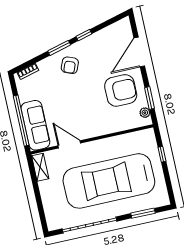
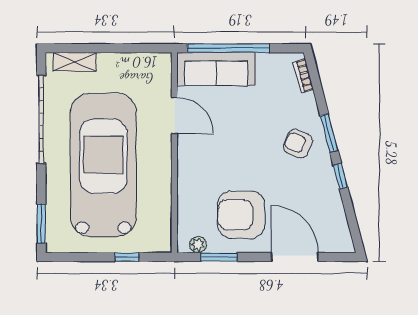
armchair: (121, 90) -> (241, 215), turned 90
door: (69, 144) -> (174, 115), hinge flipped
shelving: (40, 167) -> (75, 62), moved
window: (143, 213) -> (41, 224), moved

